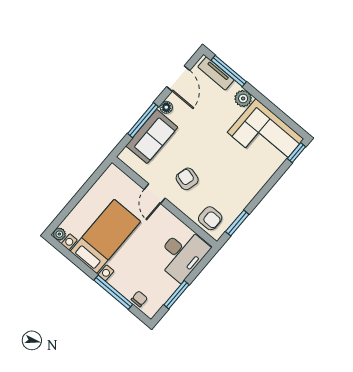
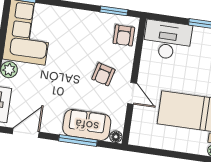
floor lamp: (166, 107) -> (116, 137), moved
door: (155, 194) -> (132, 93), hinge flipped
armchair: (210, 218) -> (124, 35), turned 180

